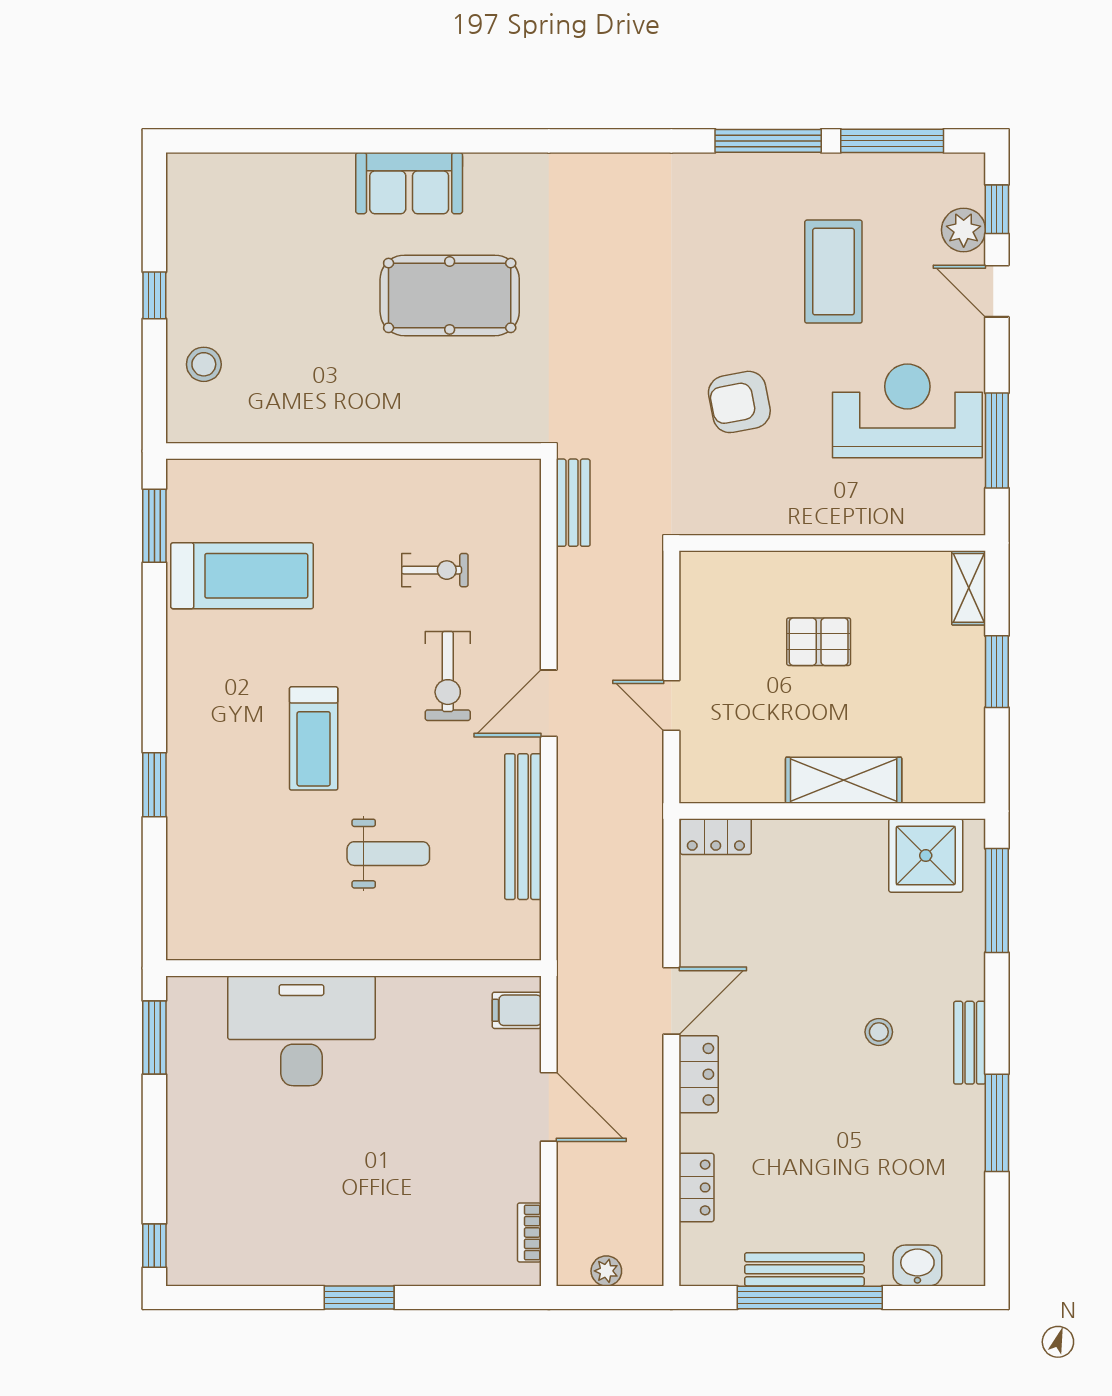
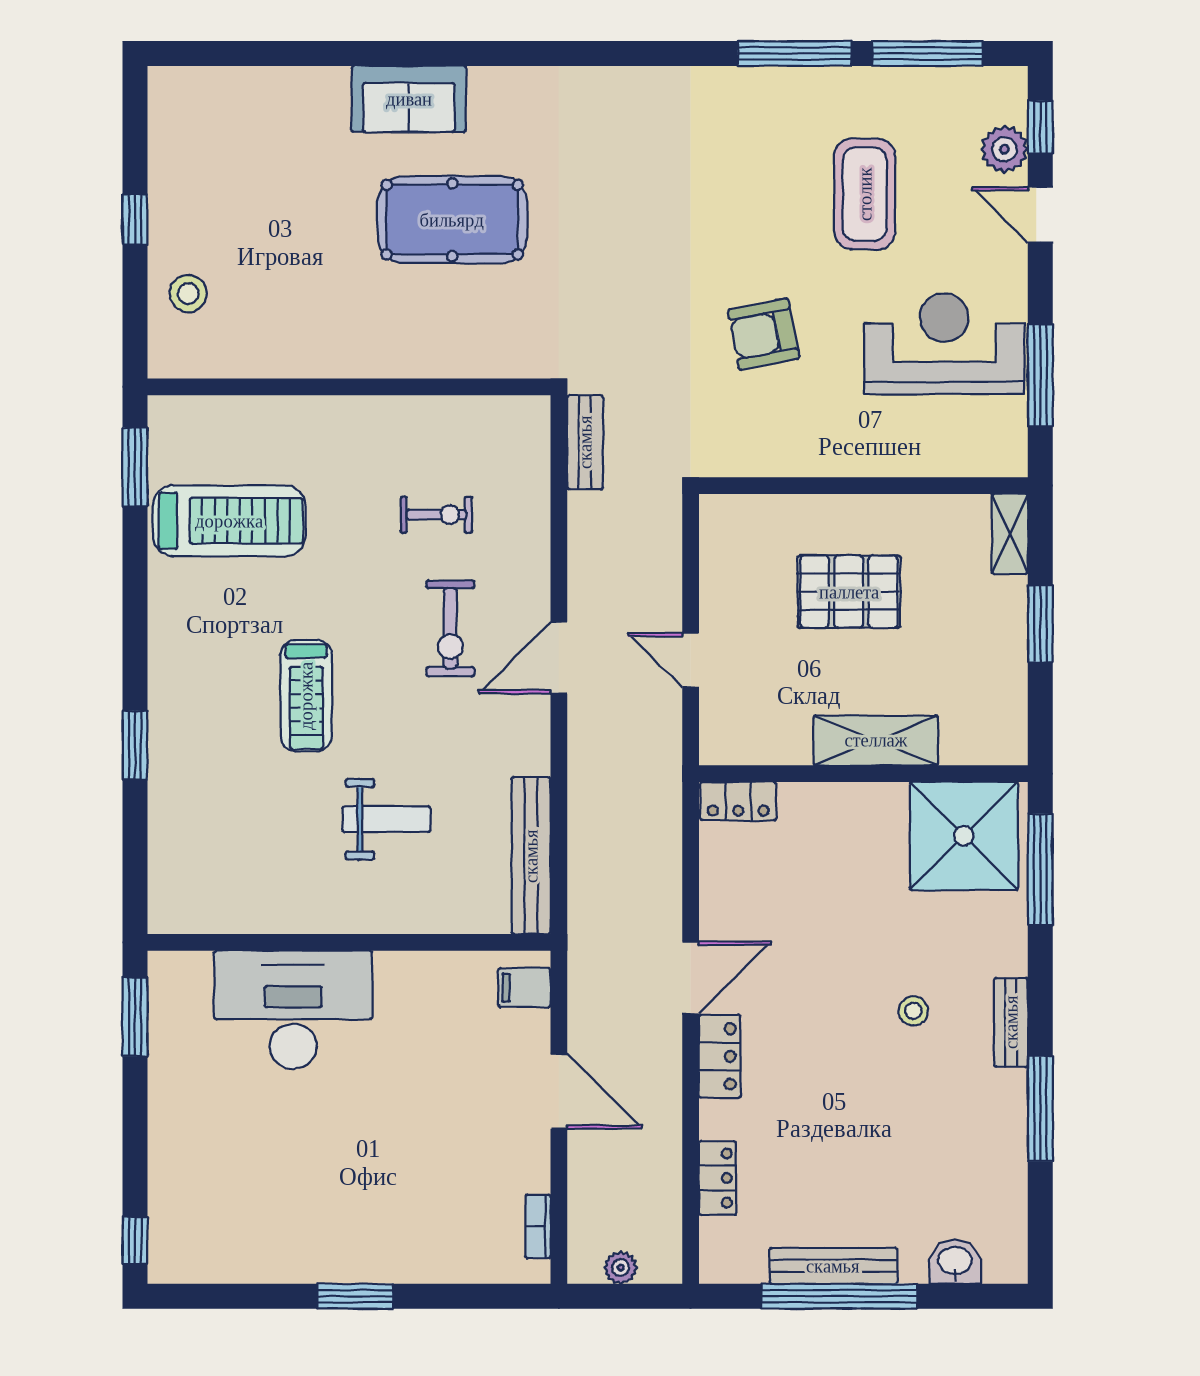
pallet: (819, 642) -> (849, 592), width x1.50, depth x1.42
bench: (523, 827) -> (531, 856), moved
shower: (926, 856) -> (964, 836), width x1.37, depth x1.37

